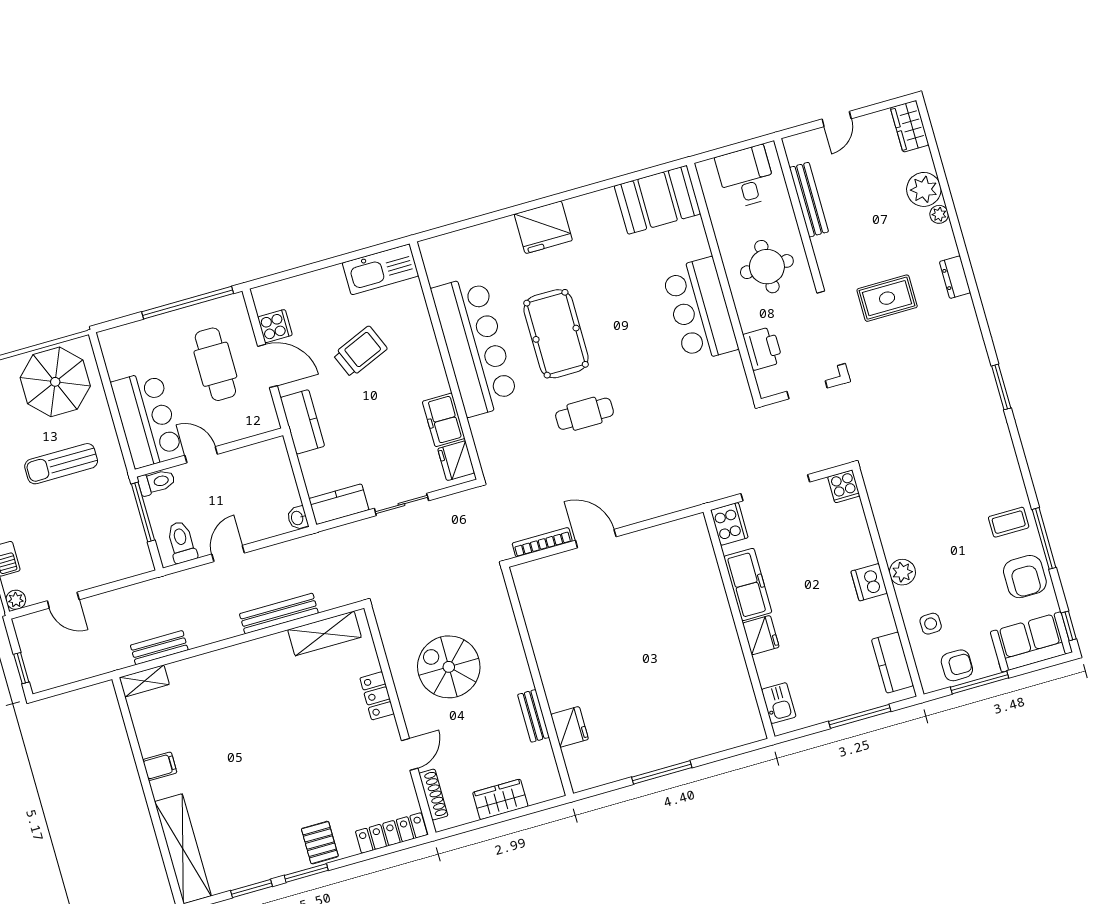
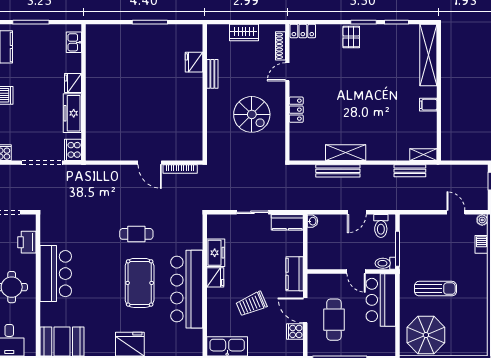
fridge: (456, 461) -> (215, 277), moved
shelving: (324, 633) -> (346, 153), moved
locker: (391, 833) -> (303, 31), width x0.66

